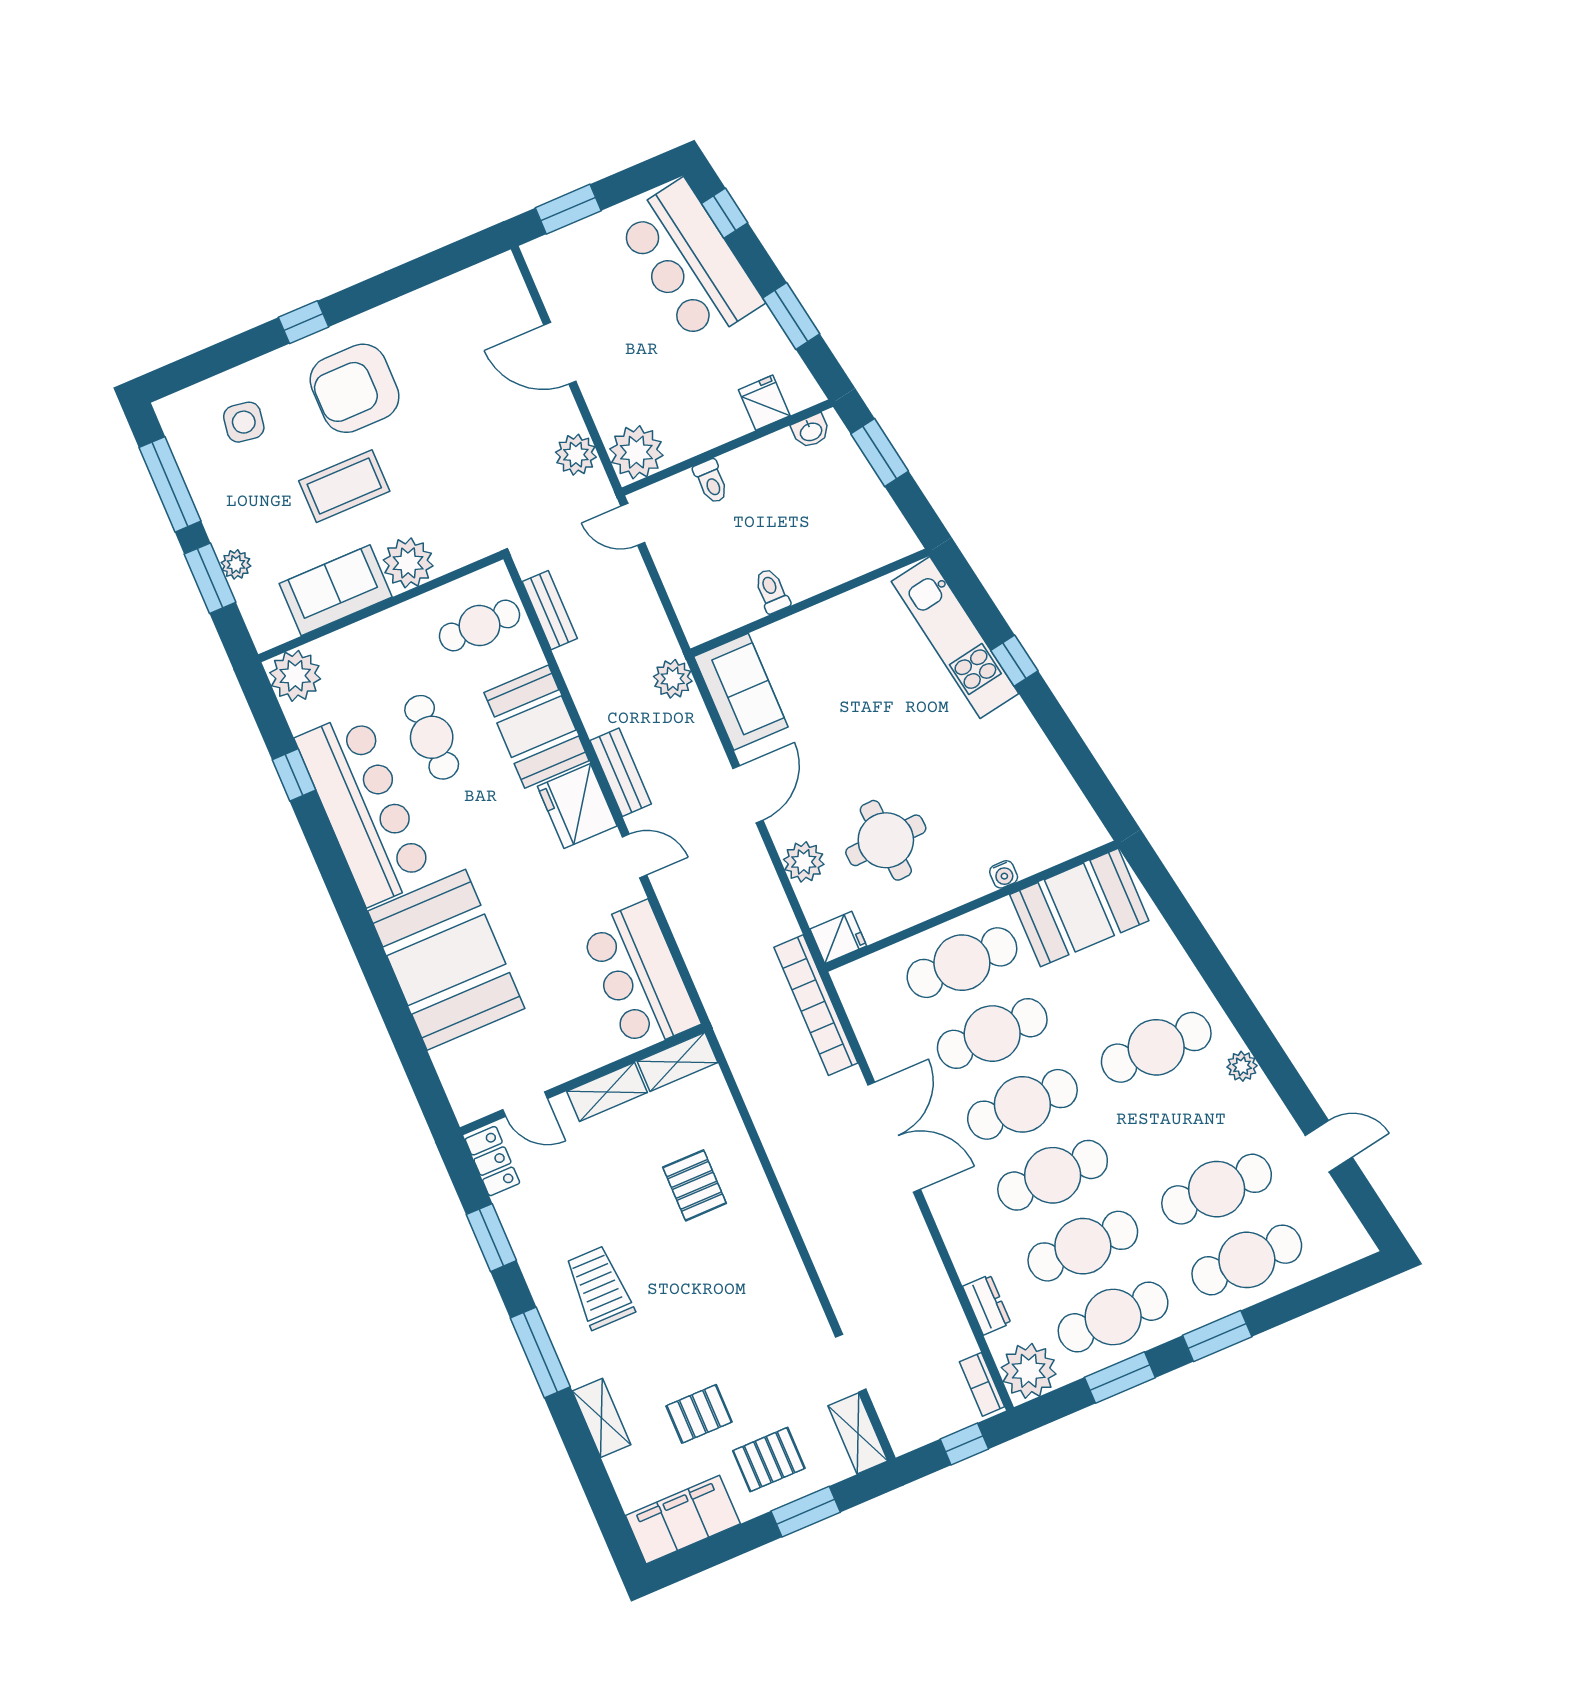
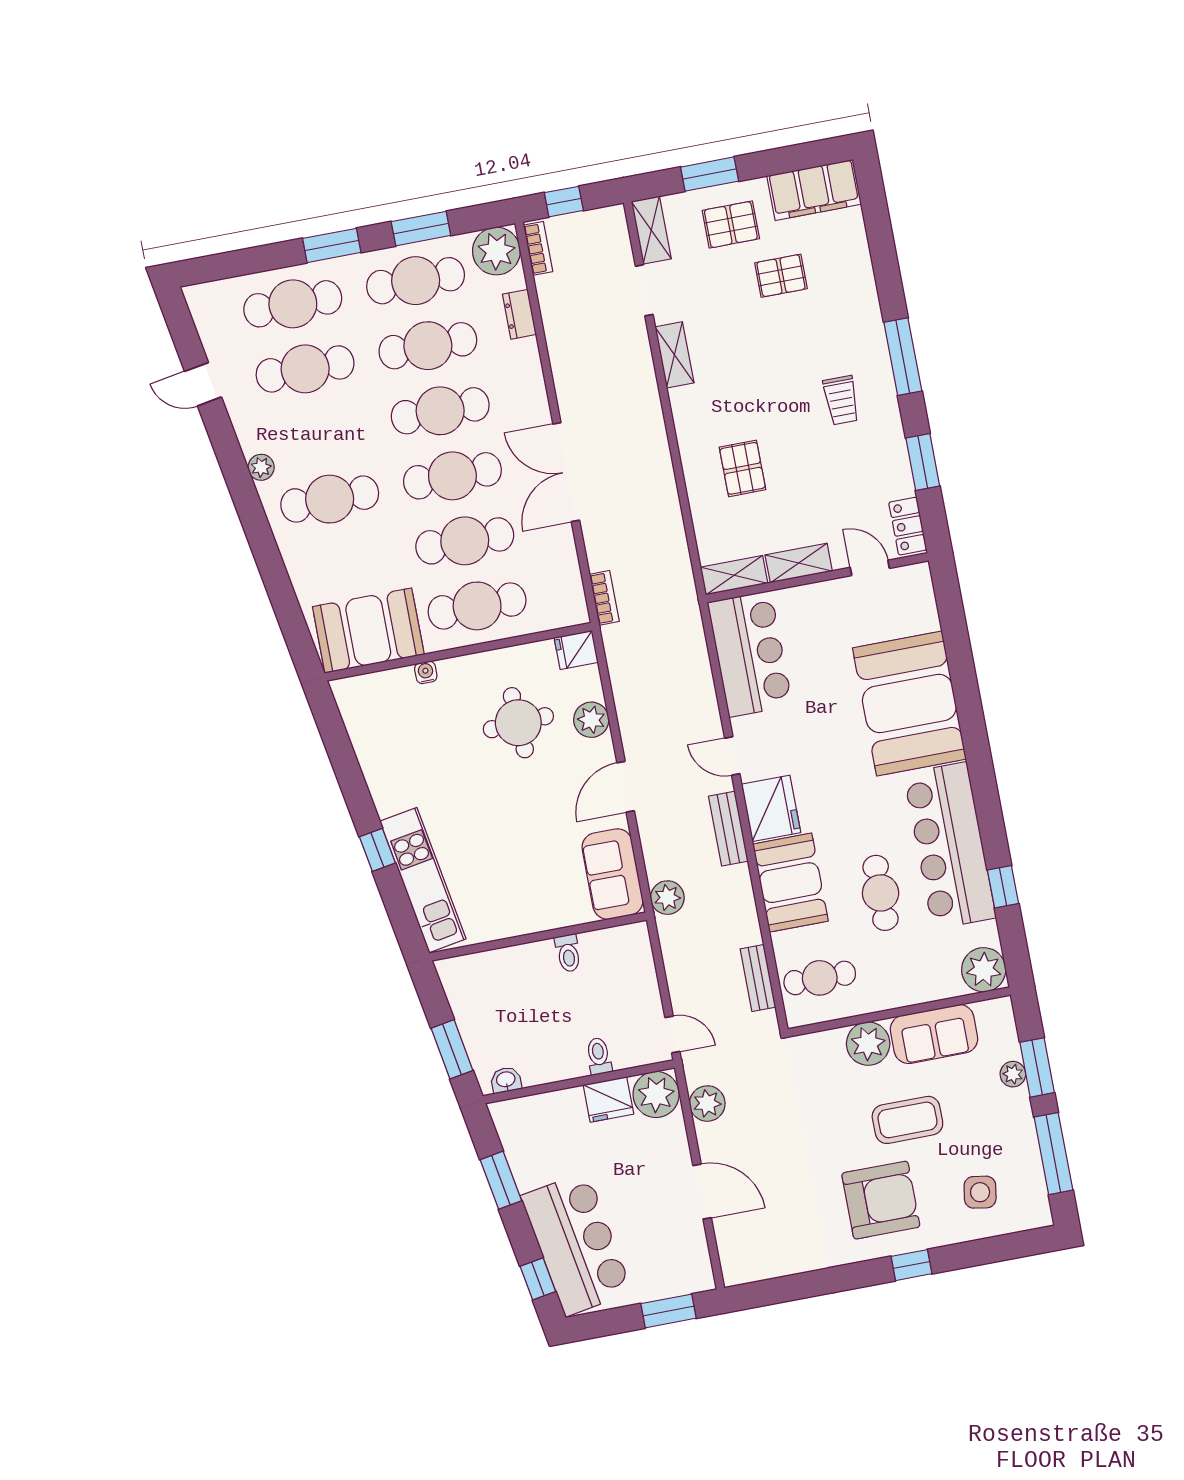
fridge: (764, 403) -> (608, 1099), moved, width x1.38
bookcase: (816, 1005) -> (604, 598), width x0.43, depth x0.76
trolley: (599, 1288) -> (841, 400), width x0.73, depth x0.72
shelving: (602, 1418) -> (674, 355), moved

